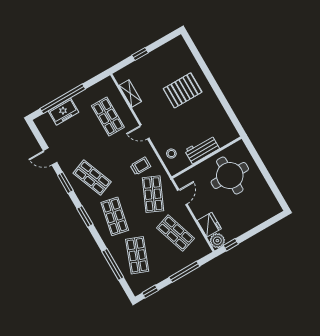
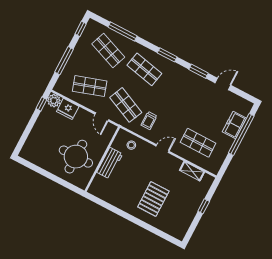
shop shelf: (92, 178) -> (180, 88), removed

